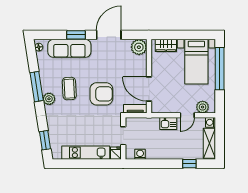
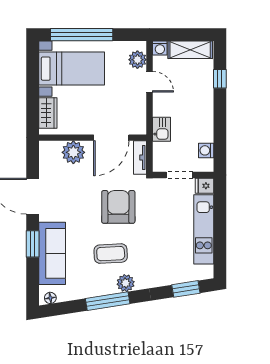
plant: (139, 47) -> (73, 152), moved
kitchen sink: (168, 124) -> (162, 129), moved

